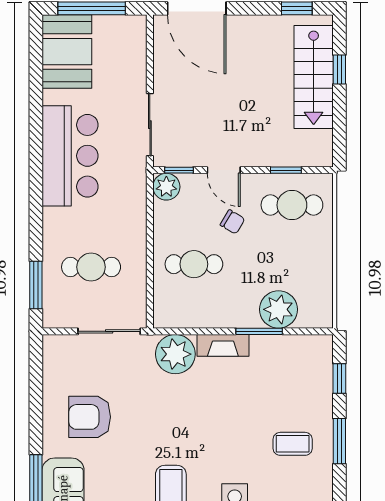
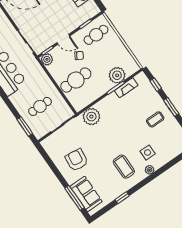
cafe table: (194, 264) -> (76, 80), width x1.37, depth x1.35
fireplace: (223, 345) -> (126, 88), moved
armchair: (90, 417) -> (77, 160), turned 97

